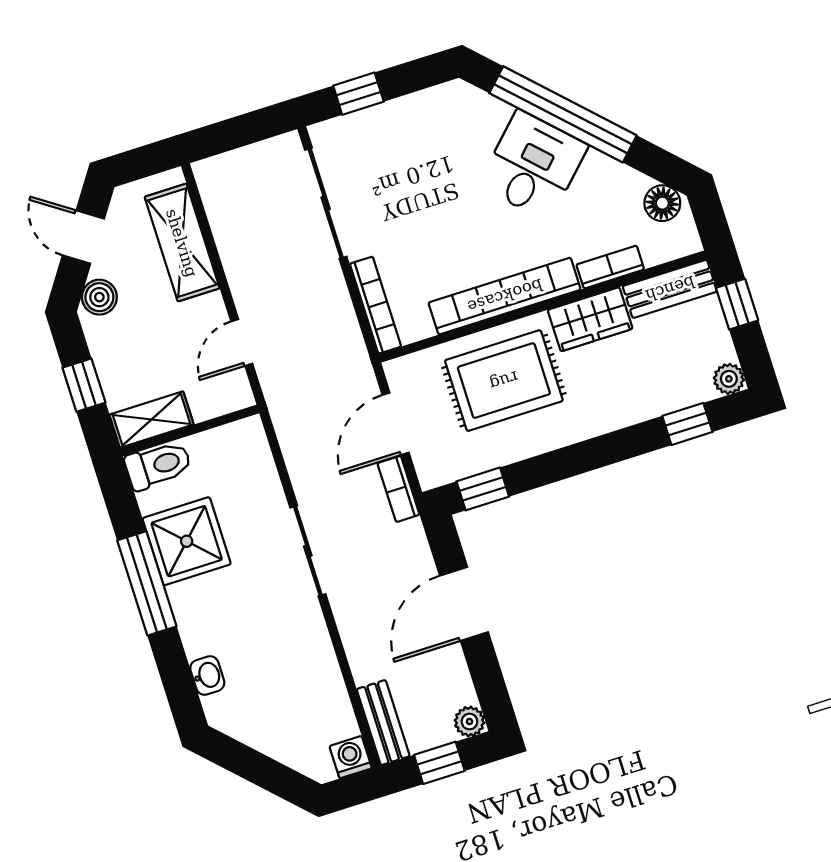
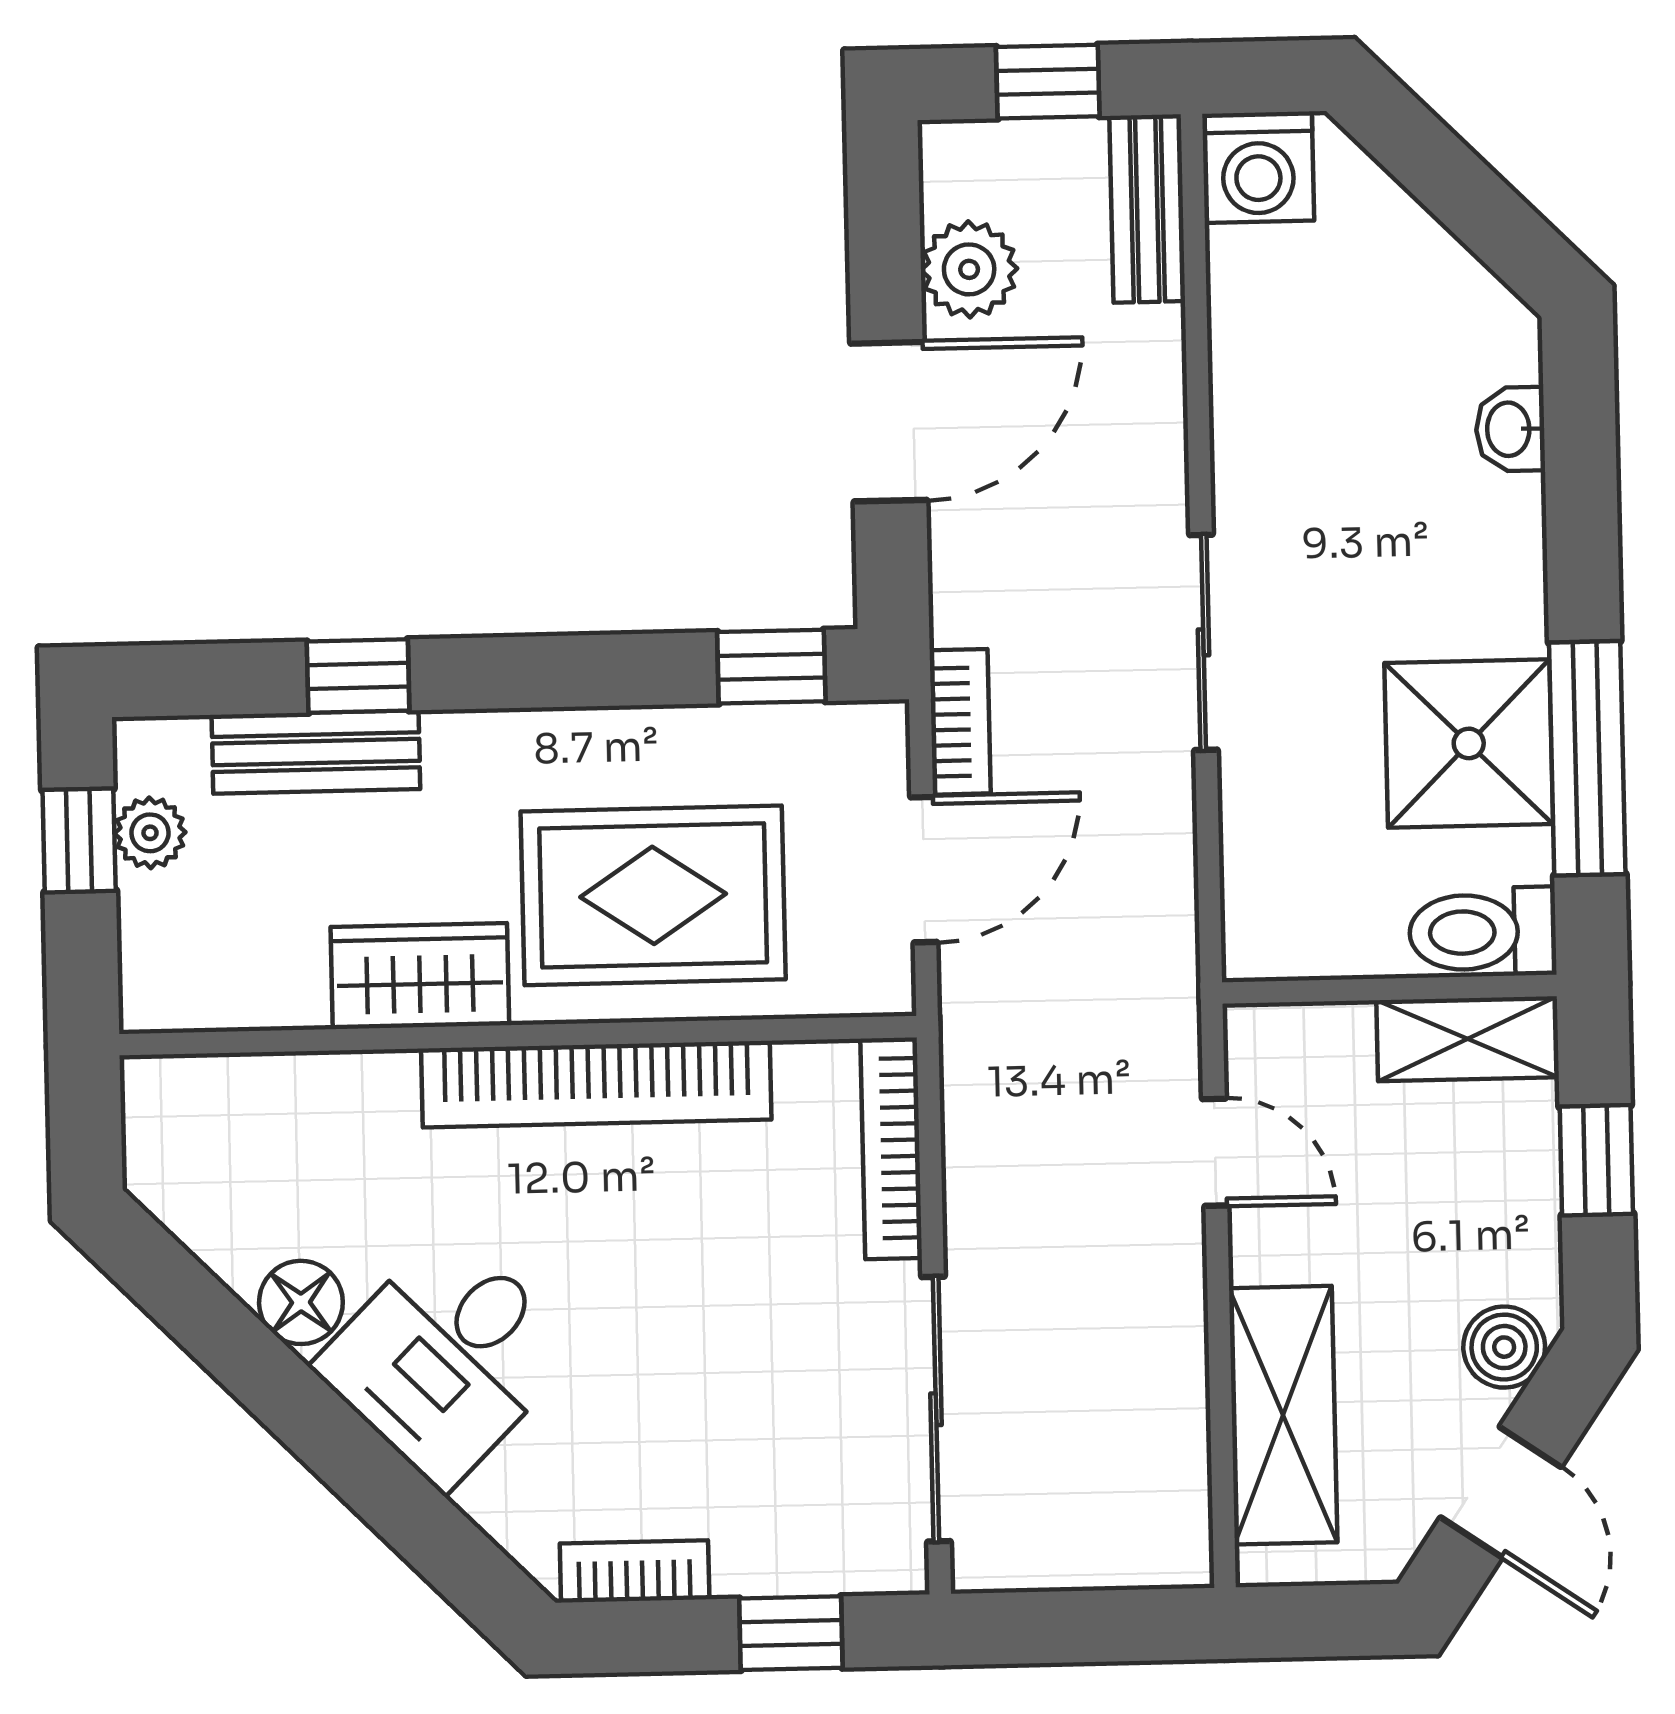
window: (563, 114) -> (346, 1453), removed
floor lamp: (662, 203) -> (301, 1302), moved
bookcase: (610, 267) -> (635, 1571), moved, turned 180
bench: (670, 289) -> (316, 752), moved
window: (737, 304) -> (79, 840), moved
door: (242, 342) -> (1215, 1152), hinge flipped
plant: (729, 379) -> (150, 833), moved
window: (687, 424) -> (358, 676), moved
window: (147, 583) -> (1587, 758), moved
plant: (469, 722) -> (969, 269), moved, width x1.38, depth x1.38
washing machine: (351, 757) -> (1258, 167), width x1.38, depth x1.38

